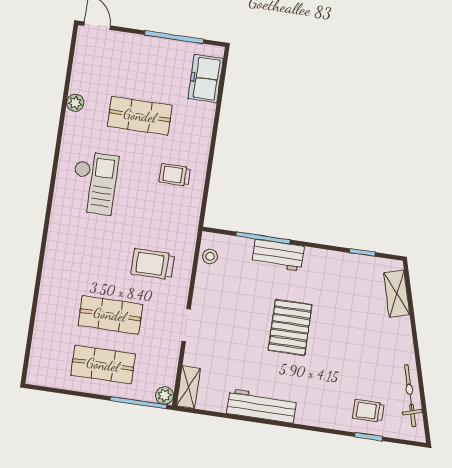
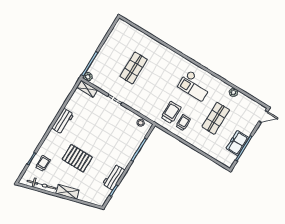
freezer: (206, 79) -> (238, 143), moved, turned -90
workbench: (278, 255) -> (114, 177), moved
trolley: (153, 264) -> (171, 112), moved
shelving: (397, 294) -> (67, 192), moved
pallet: (290, 327) -> (77, 158), moved
shop shelf: (103, 365) -> (113, 55), removed
workbench: (262, 406) -> (63, 121), width x0.73

